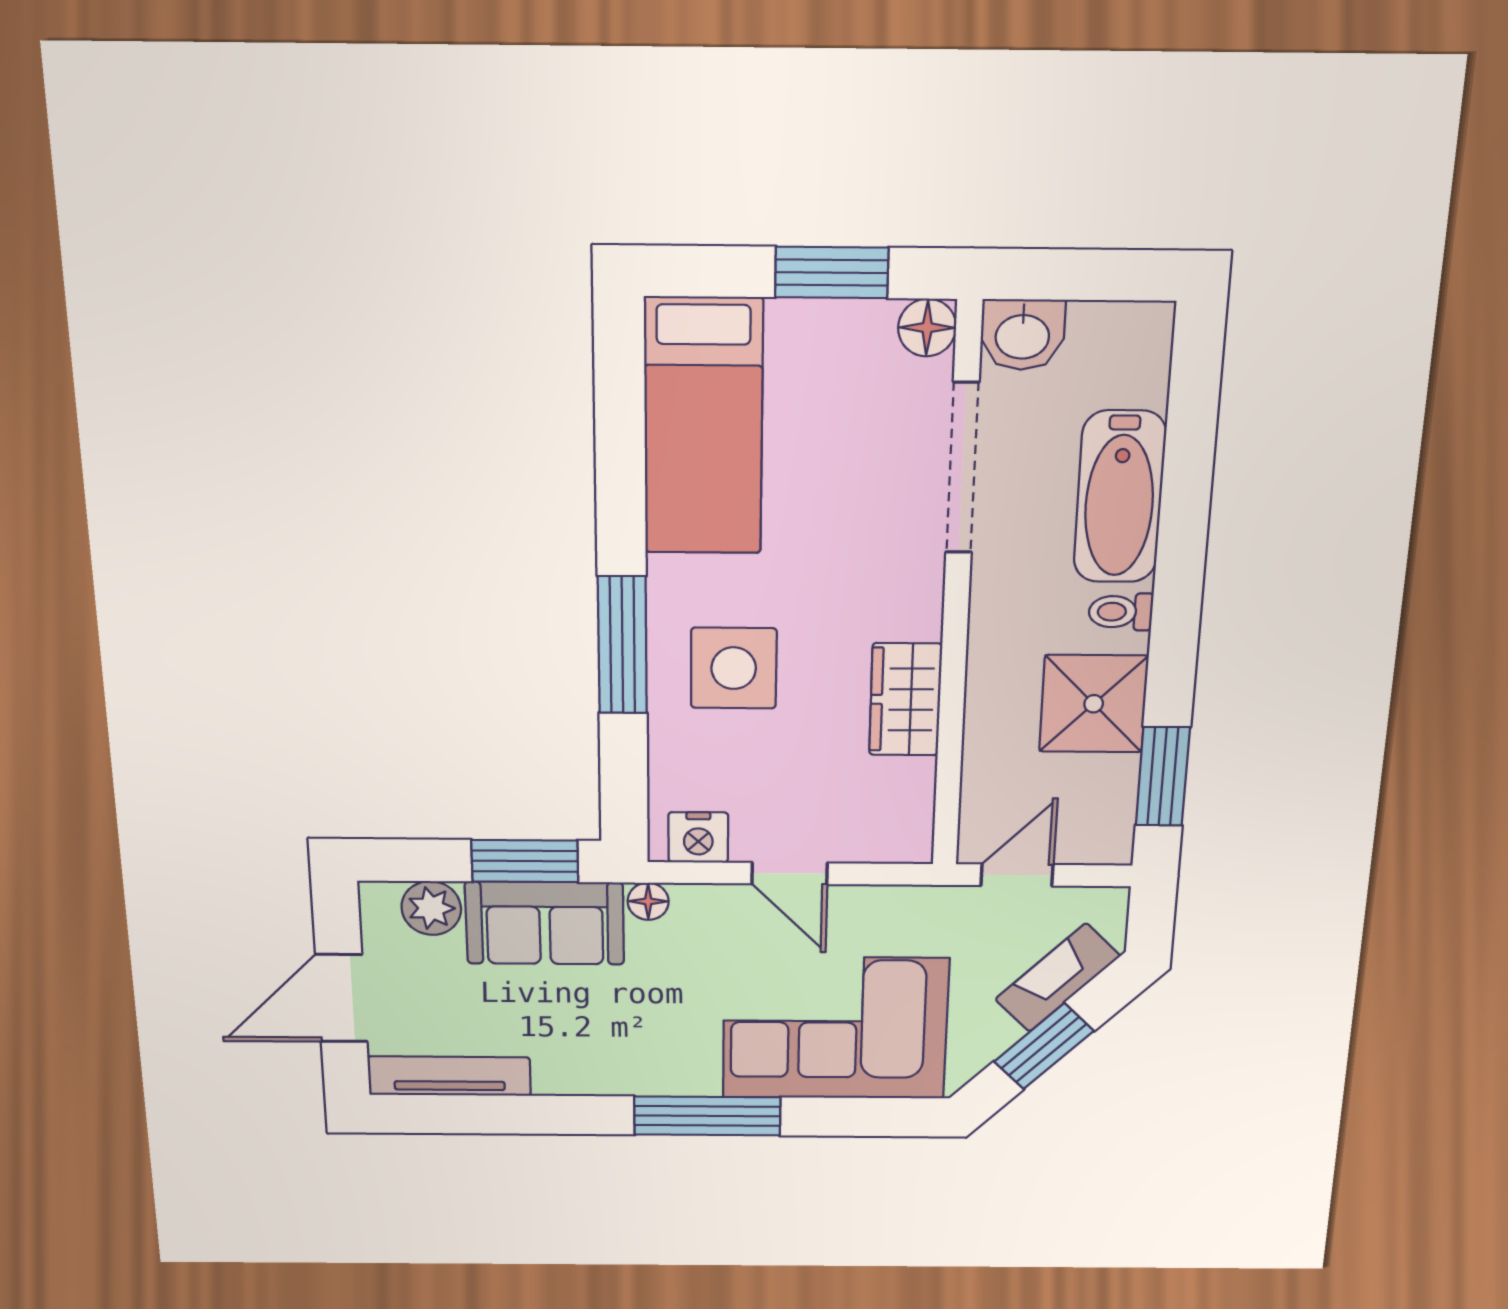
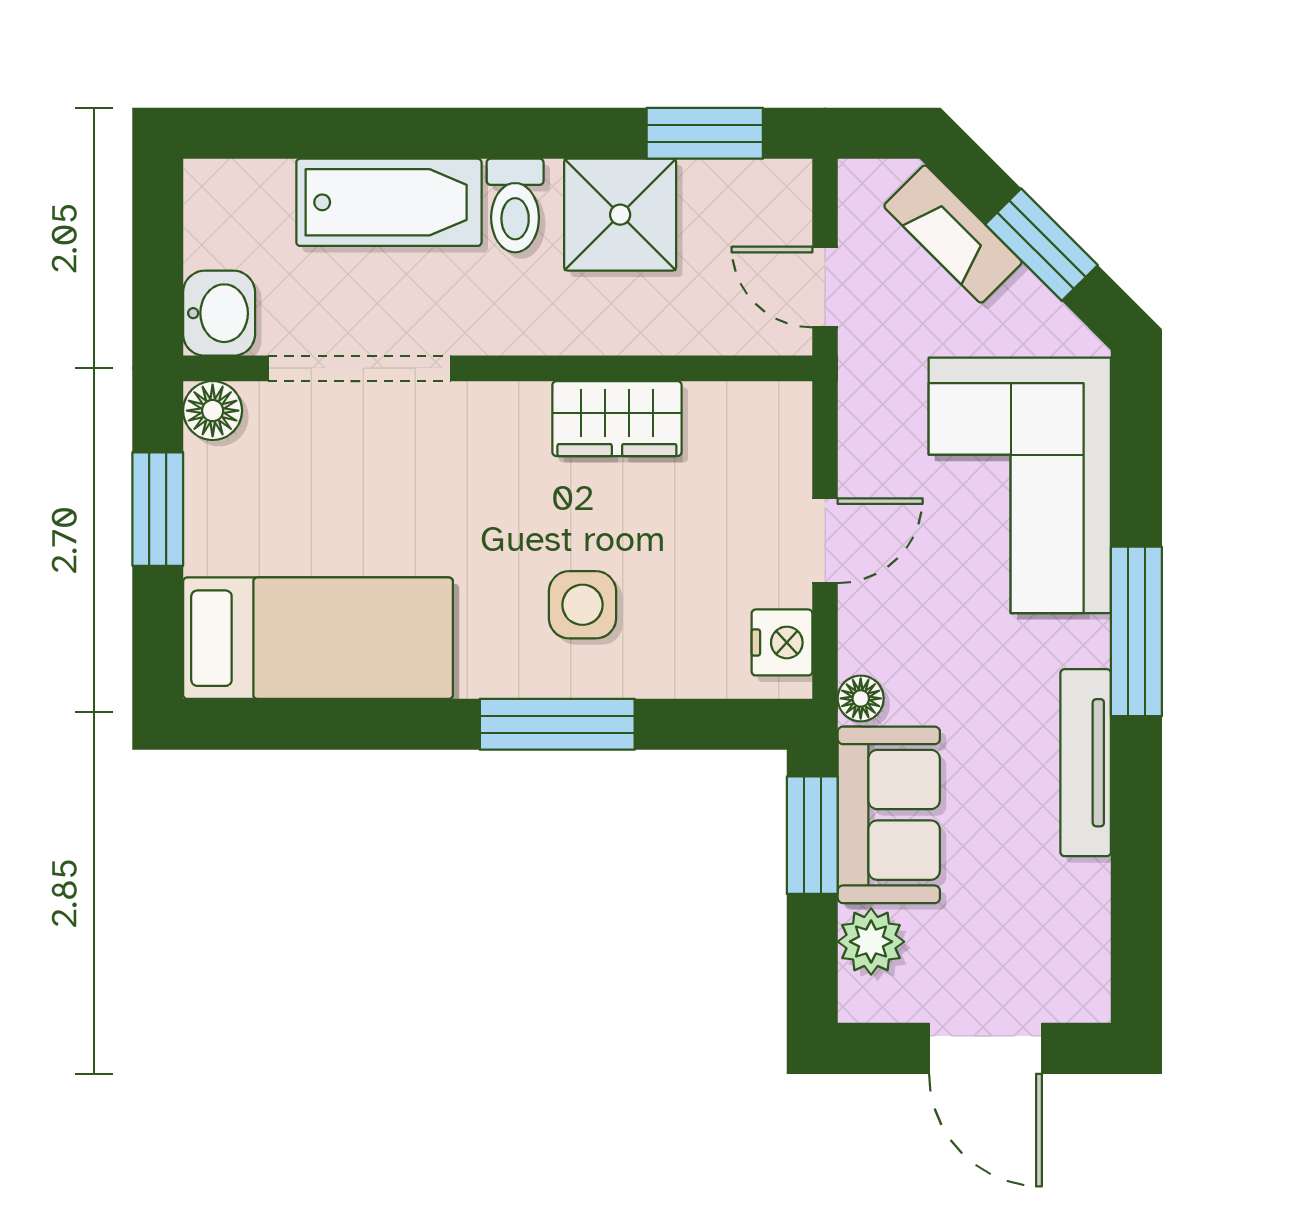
toilet: (1121, 612) -> (515, 206), width x1.37, depth x1.39
side table: (734, 668) -> (582, 605), width x0.73, depth x0.73
tv unit: (449, 1076) -> (1086, 763), moved

